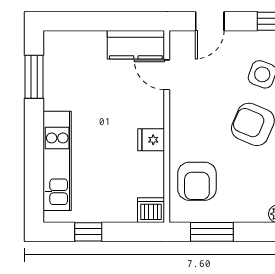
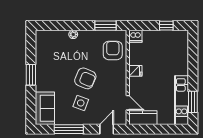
kitchen unit: (57, 161) -> (181, 100), moved

